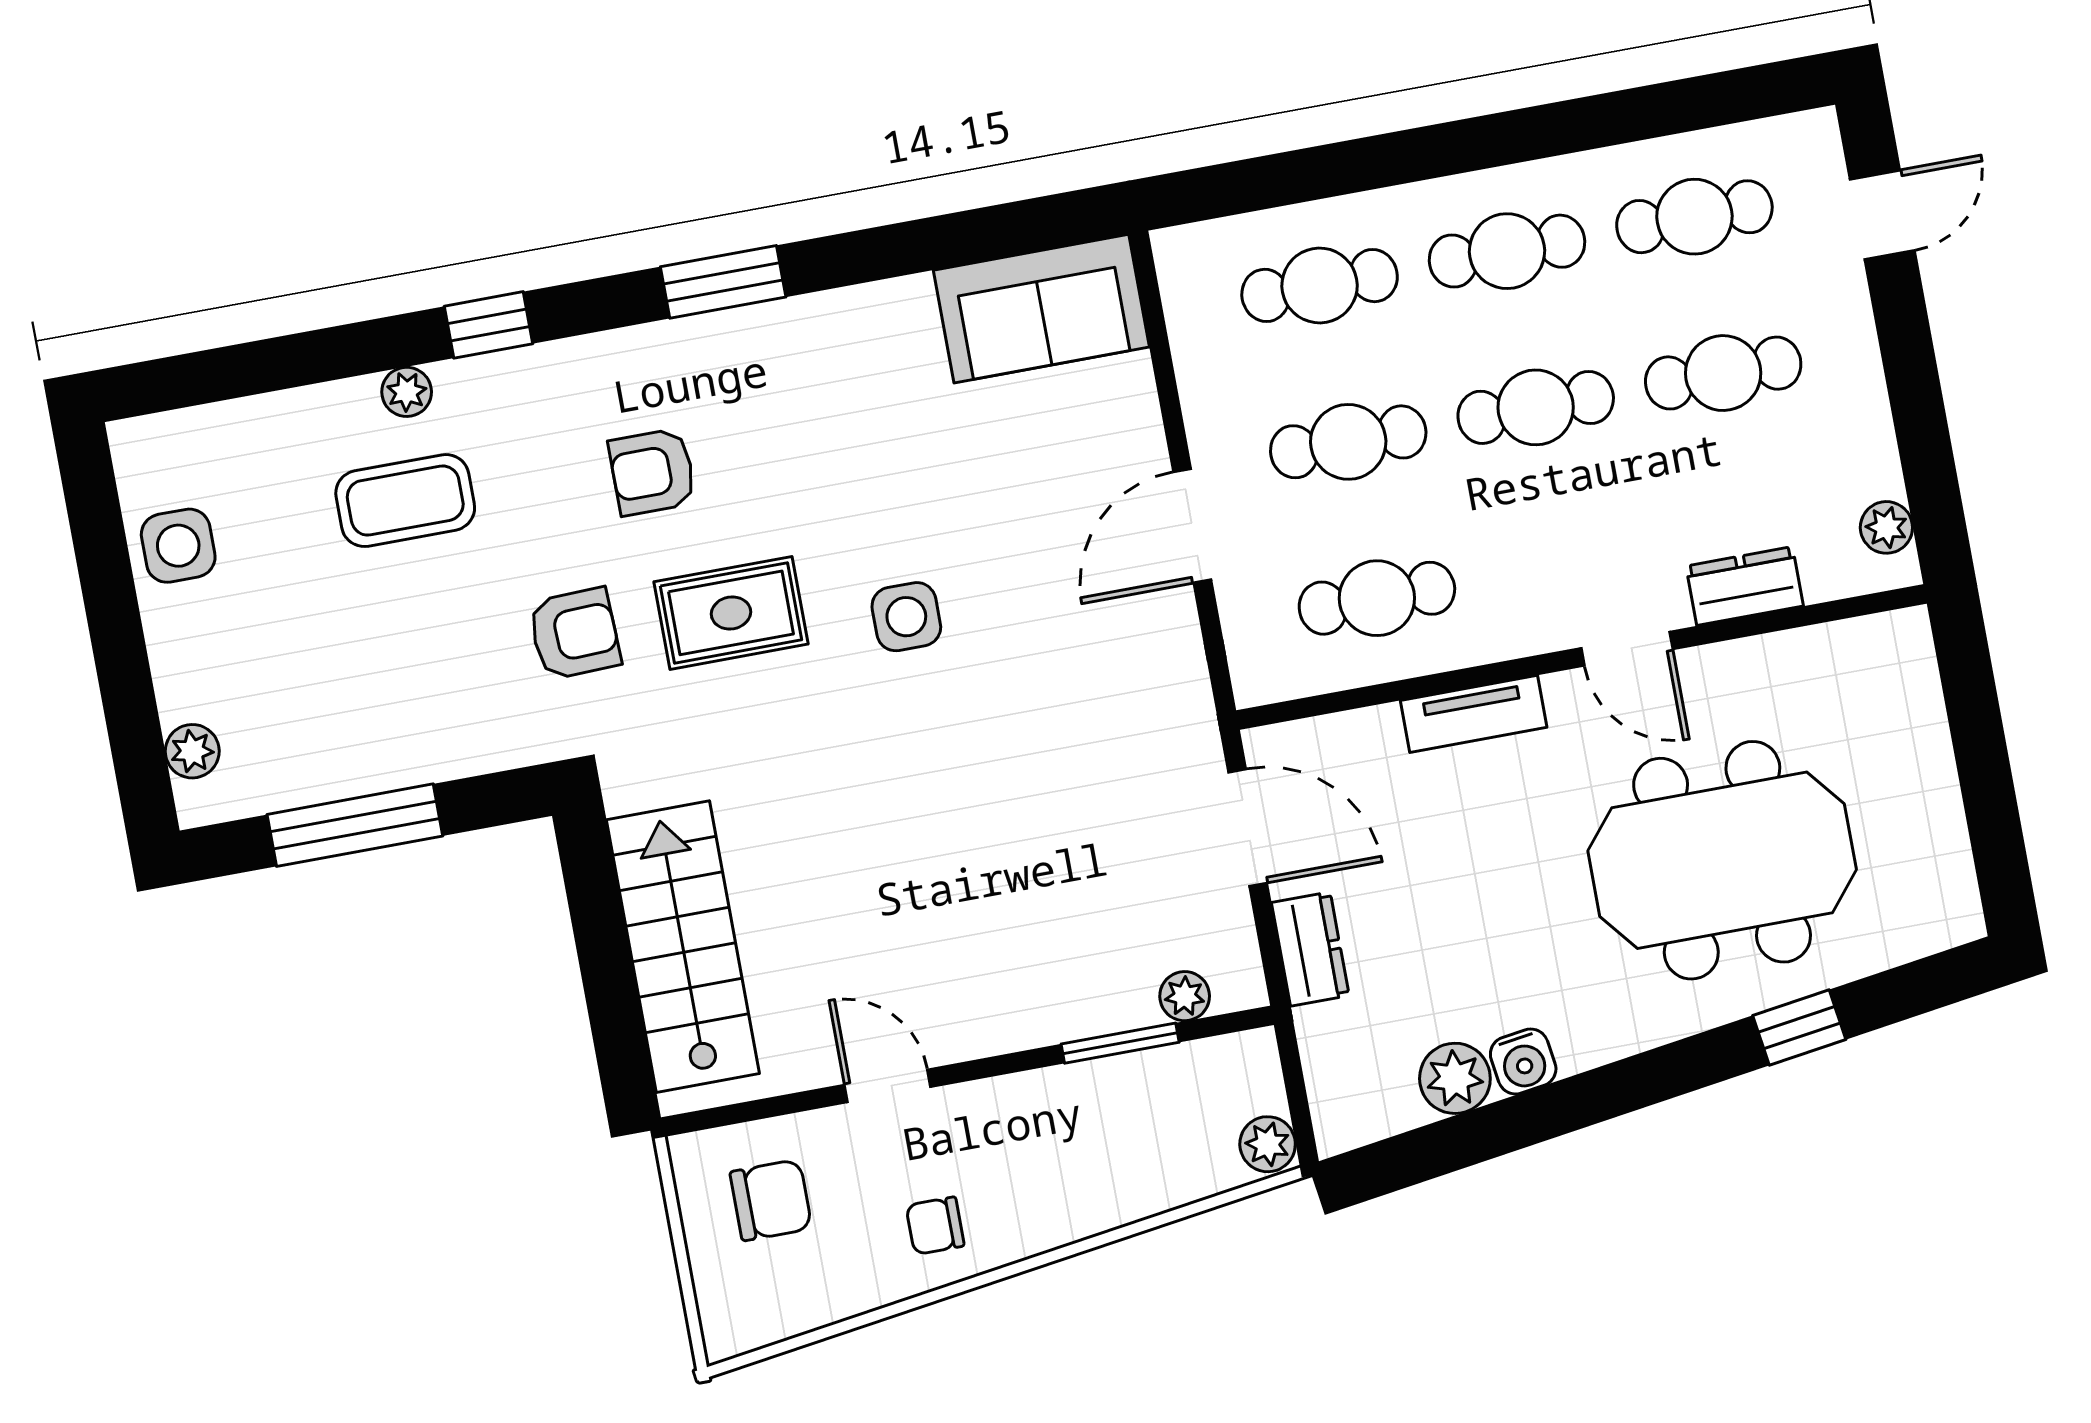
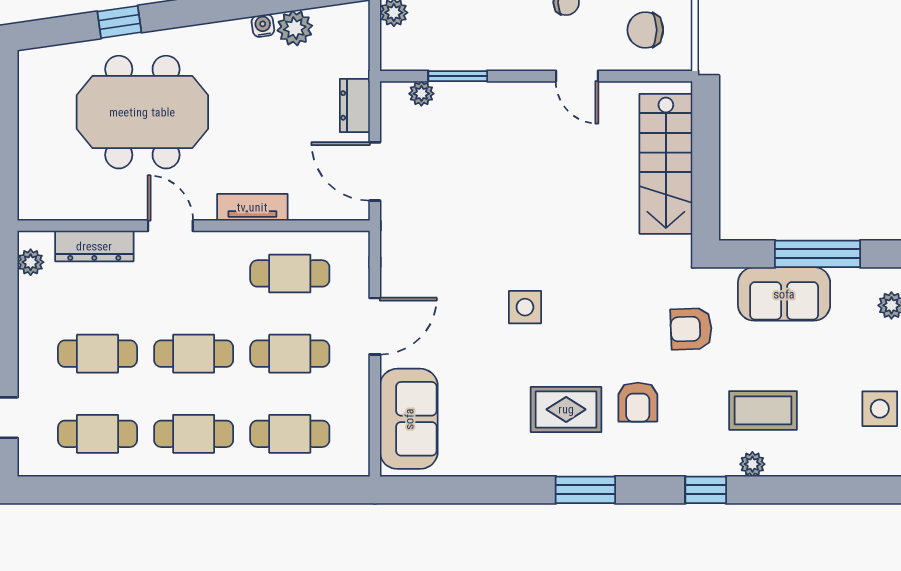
sofa: (1041, 309) -> (409, 419), moved, turned 90
armchair: (652, 472) -> (638, 402), turned 90
dresser: (1745, 586) -> (94, 246), width x1.44
rug: (731, 613) -> (566, 409), moved
sofa: (406, 735) -> (784, 294), added
water cooler: (1523, 1062) -> (263, 26), width x0.72, depth x0.72

